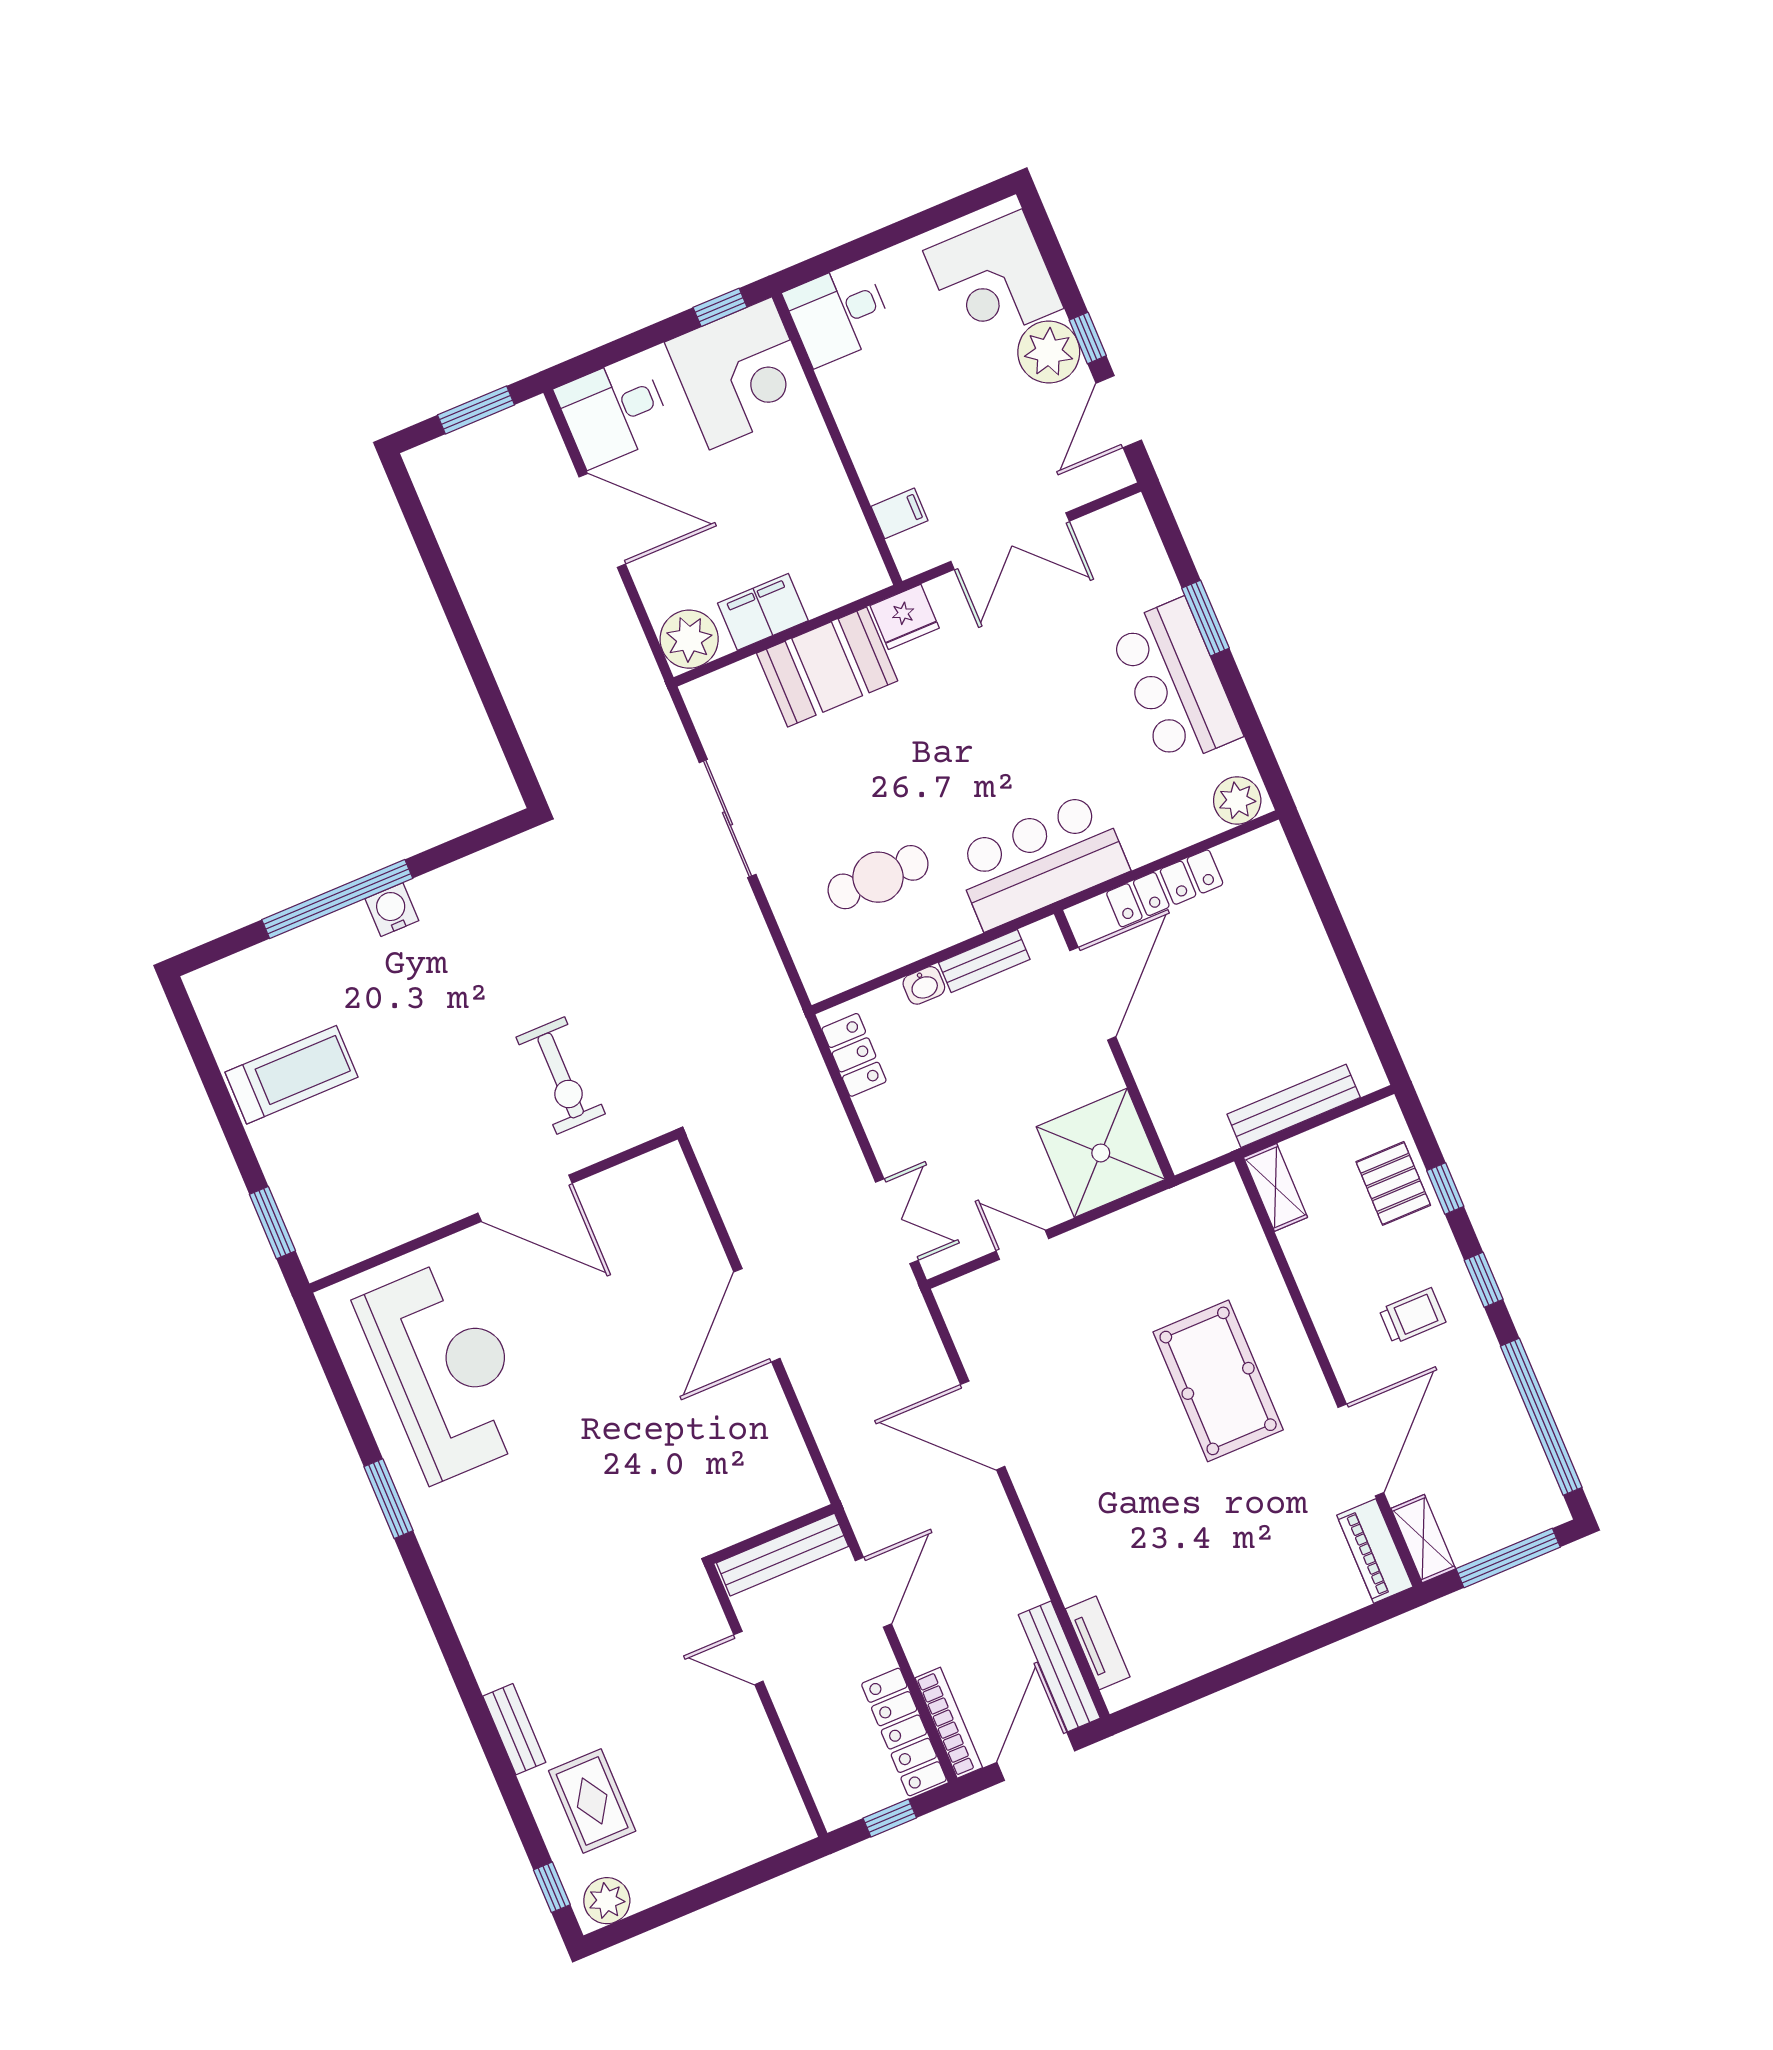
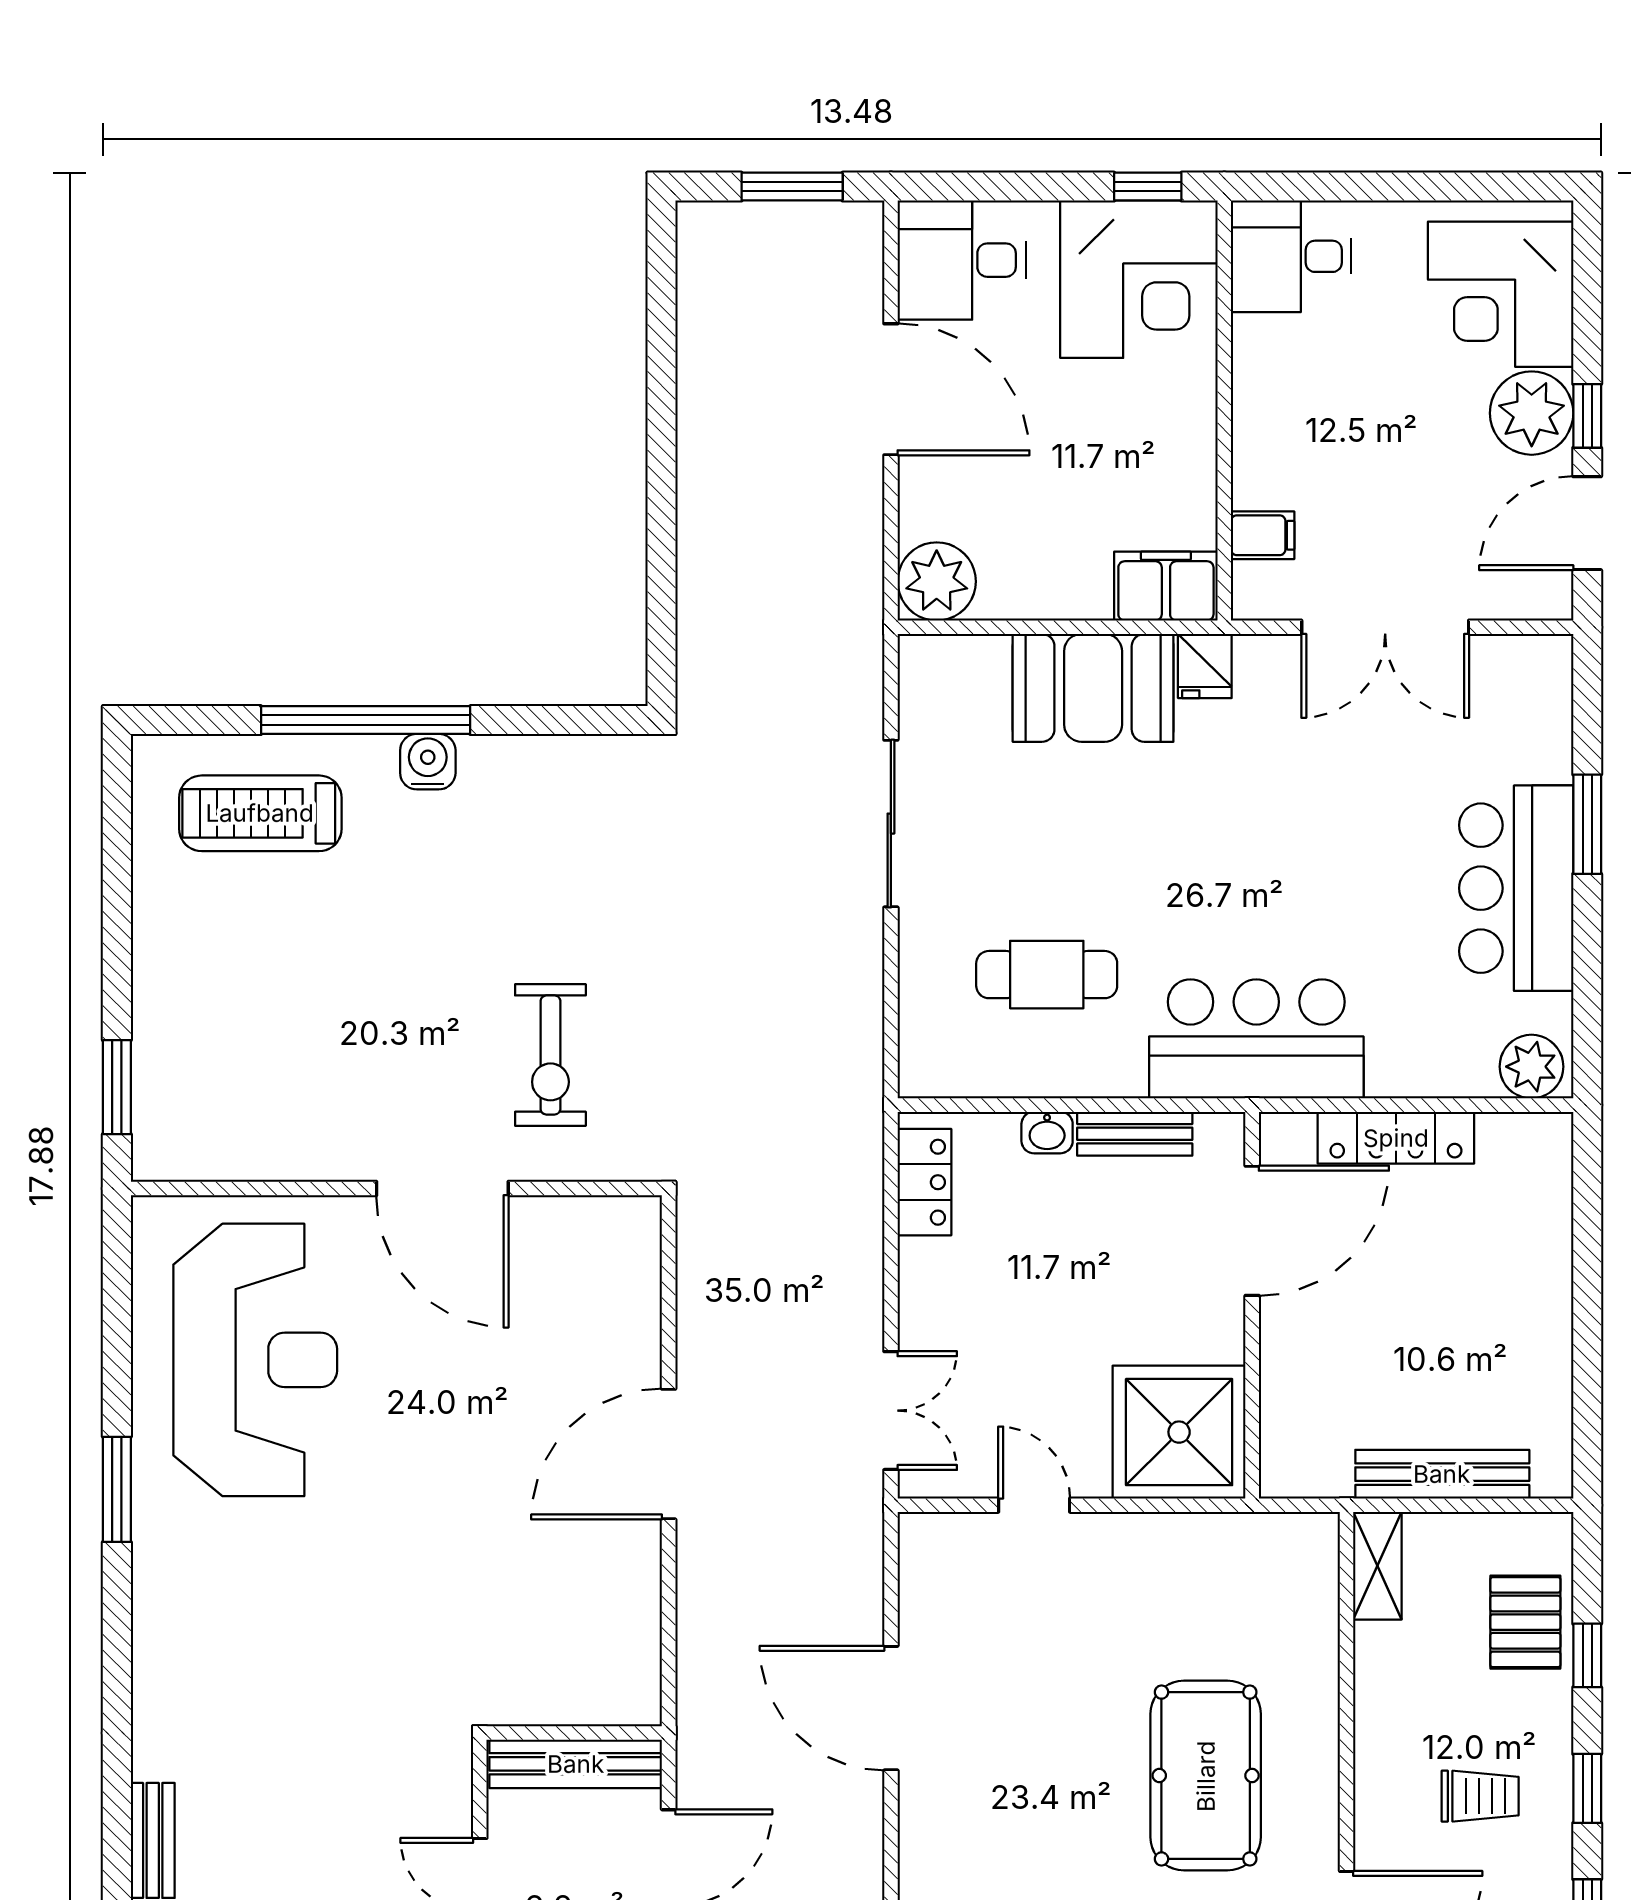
filing cabinet: (763, 612) -> (1166, 586), moved
fridge: (905, 617) -> (1205, 666), width x0.72
treadmill: (292, 1075) -> (260, 813), moved, turned 180

